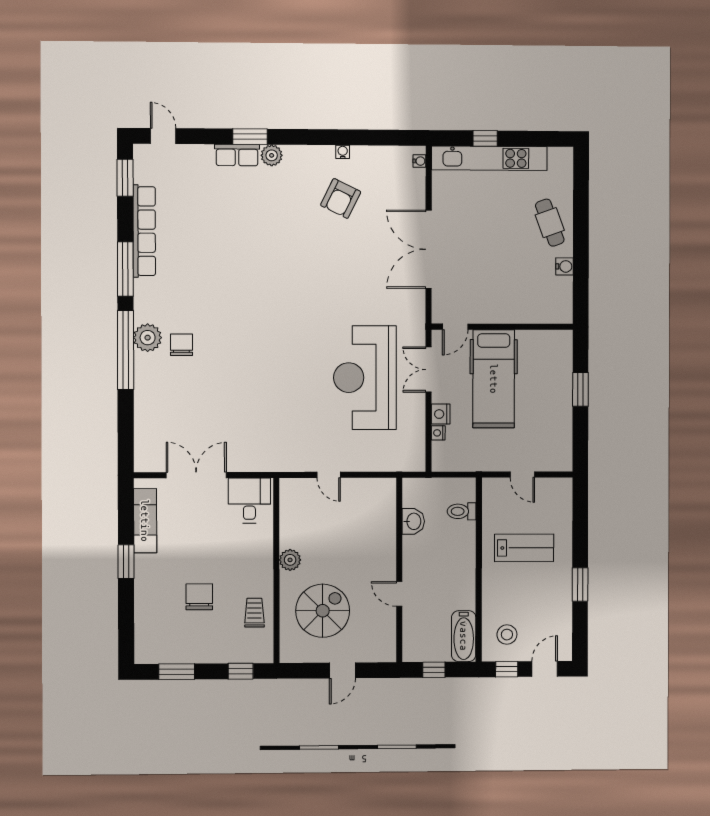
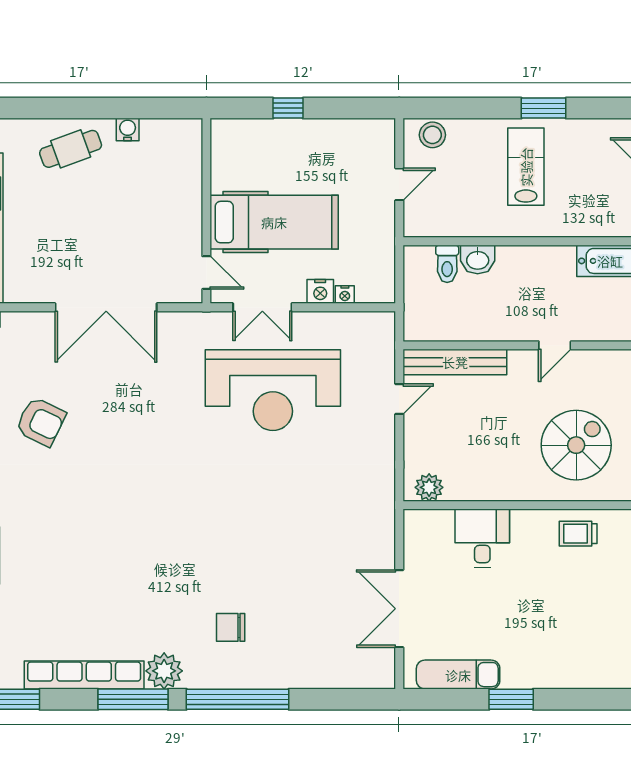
plant: (148, 338) -> (164, 671), moved
window: (580, 389) -> (288, 108), width x0.67
door: (329, 475) -> (399, 399), moved
desk: (249, 500) -> (482, 538), moved, turned 90
bench: (386, 517) -> (455, 362), added
washbasin: (413, 521) -> (478, 260), moved, turned 180
lab bench: (524, 548) -> (526, 167), moved
plant: (290, 560) -> (429, 487), moved
chair: (199, 597) -> (557, 605), removed
spiral stairs: (323, 611) -> (576, 445), turned 90
stool: (507, 635) -> (432, 135), moved

